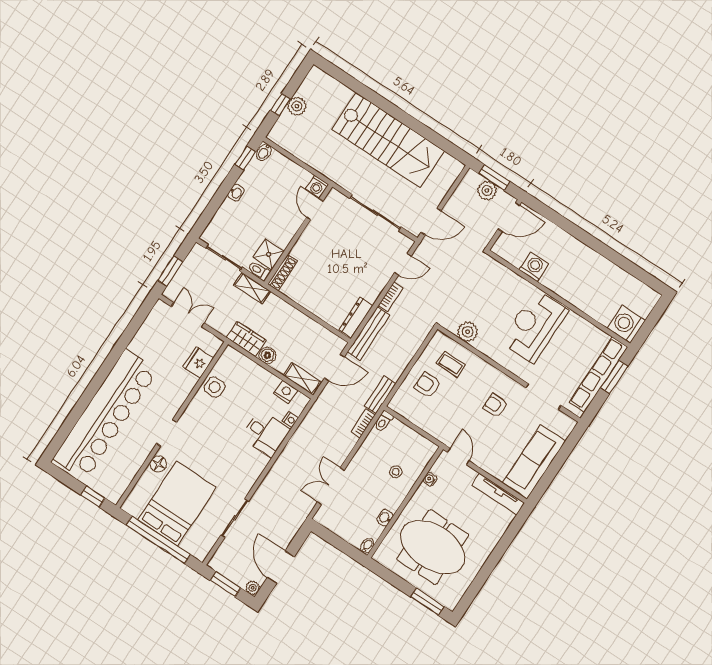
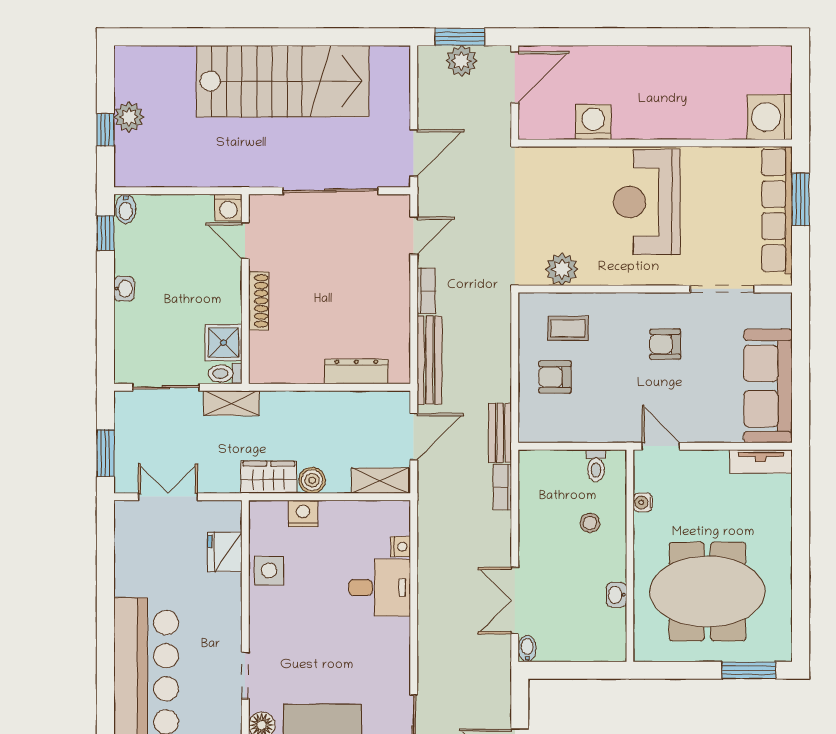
shoe rack: (283, 272) -> (259, 301), moved
dresser: (356, 317) -> (356, 371), moved, turned 90
nightstand: (286, 392) -> (303, 514), moved
toilet: (383, 421) -> (596, 466), moved
tv unit: (498, 494) -> (761, 462), width x0.71
bidet: (367, 546) -> (527, 649), moved

